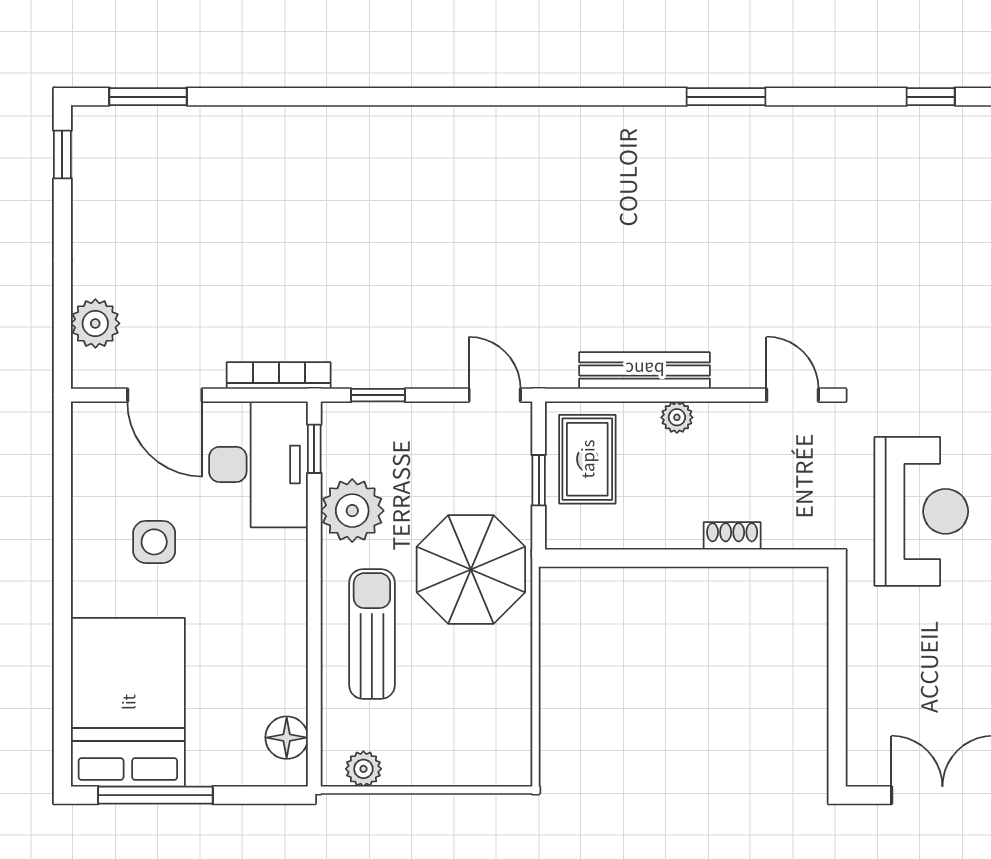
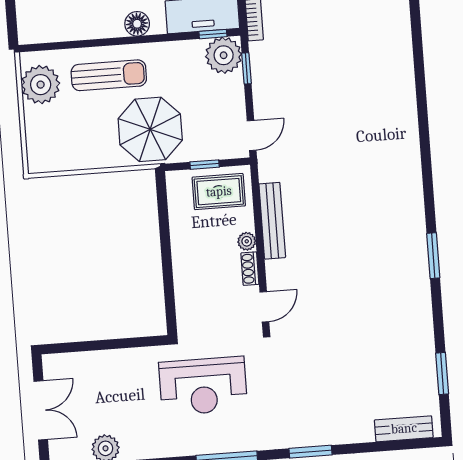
window: (931, 97) -> (442, 373), width x1.50
plant: (352, 511) -> (224, 55), moved
shoe rack: (732, 536) -> (250, 269), moved, turned 180
floor lamp: (287, 738) -> (137, 24), moved
plant: (363, 769) -> (41, 85), width x1.88, depth x1.88

